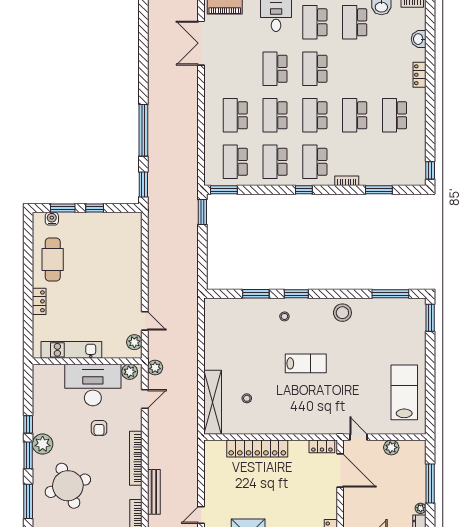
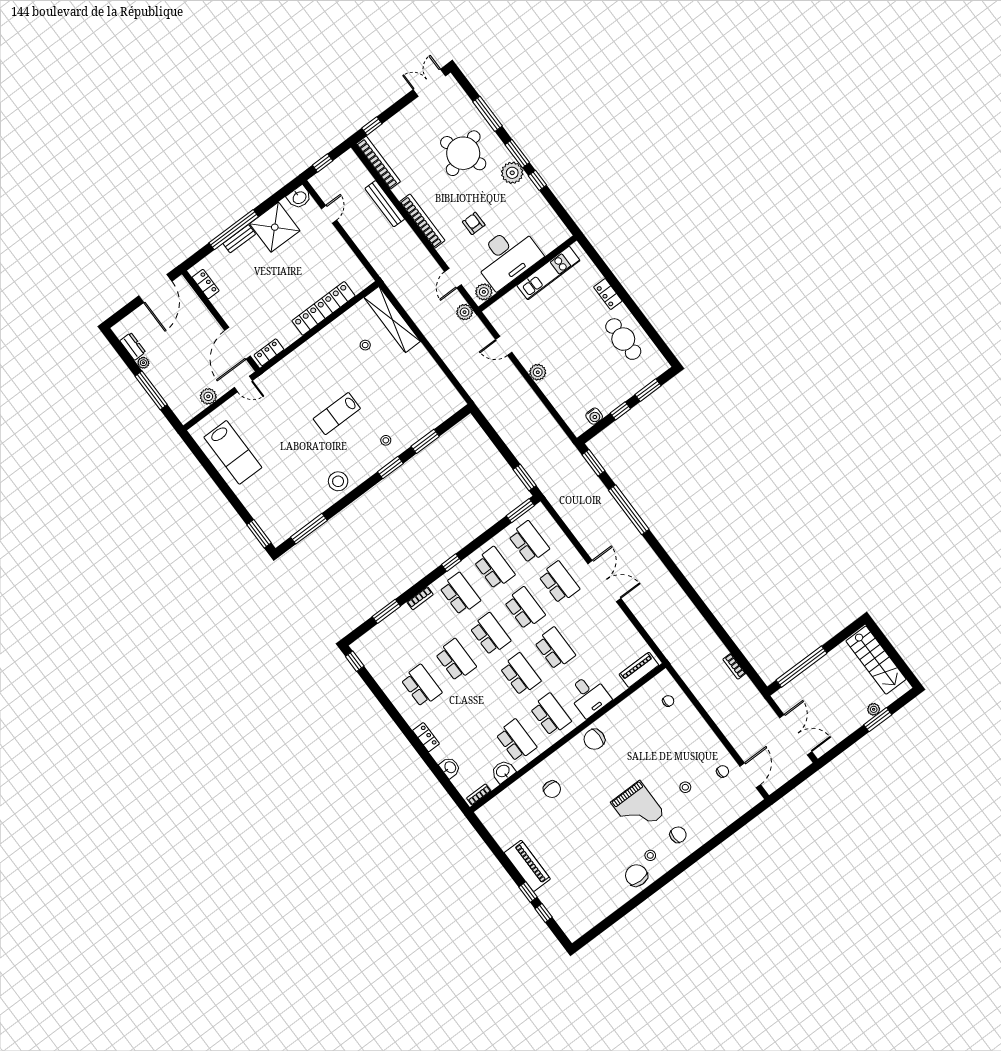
double door: (201, 43) -> (604, 581), moved
water cooler: (52, 219) -> (594, 416), moved
plant: (134, 342) -> (538, 372), moved
door: (340, 470) -> (238, 343), hinge flipped

